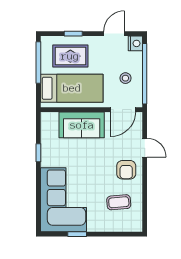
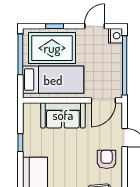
rug: (70, 56) -> (52, 48), width x1.36, depth x1.43
stool: (125, 78) -> (106, 70), removed
armchair: (126, 170) -> (107, 159), turned 180

